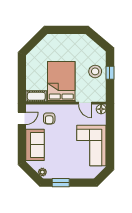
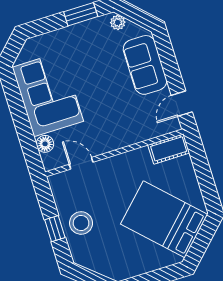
bed: (61, 82) -> (164, 219), moved, turned 135
floor lamp: (101, 109) -> (45, 144), moved
armchair: (49, 118) -> (135, 118), removed

